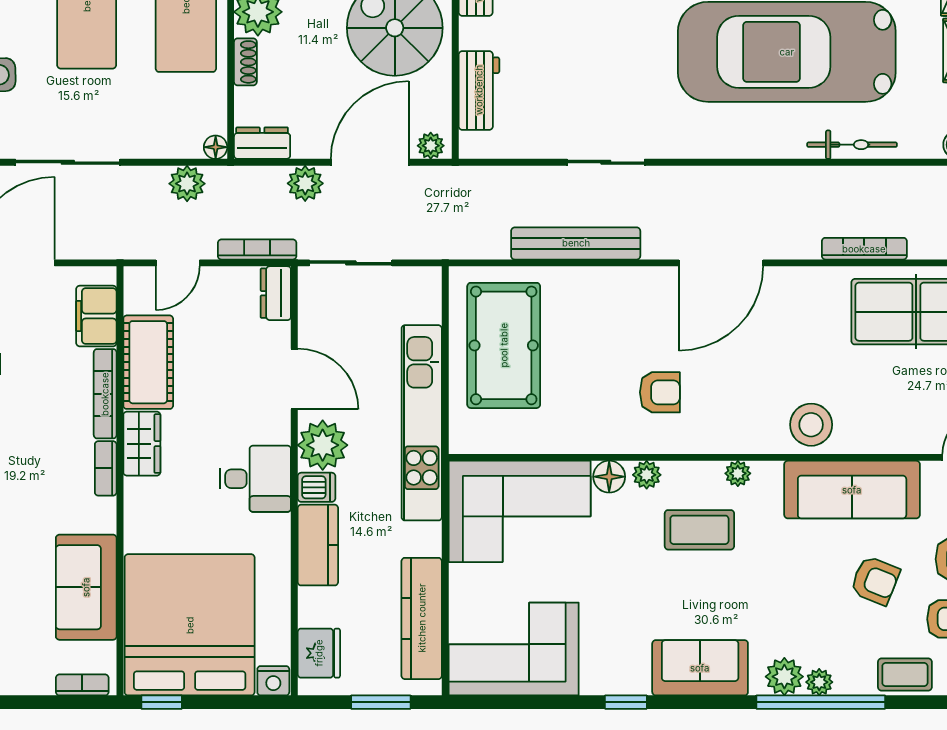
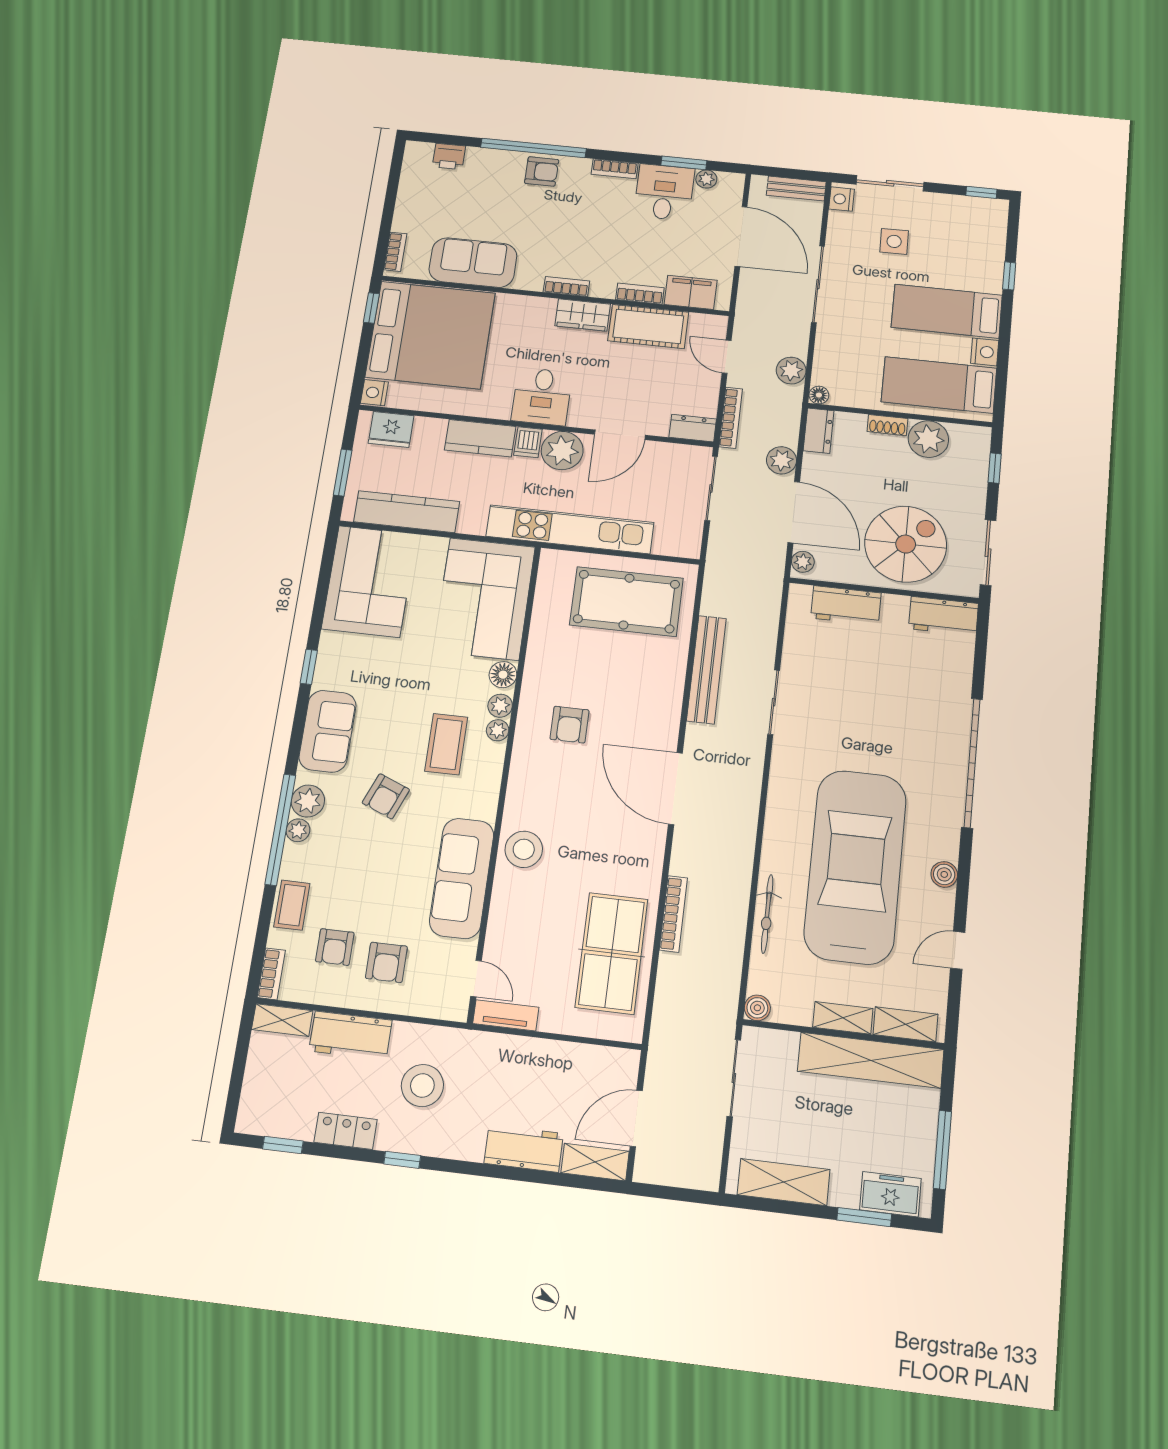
bookcase: (105, 394) -> (640, 294), width x0.64
plant: (738, 473) -> (498, 730), moved
armchair: (875, 581) -> (386, 796), moved

